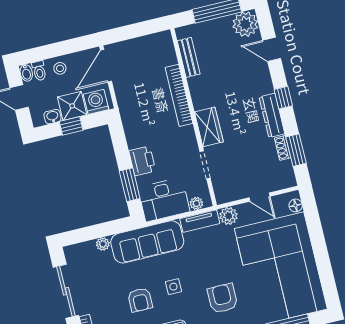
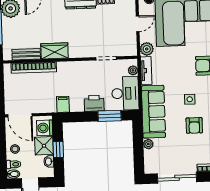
bookcase: (179, 95) -> (34, 68), moved
filing cabinet: (132, 120) -> (63, 104), added
wardrobe: (209, 127) -> (55, 51), moved
armchair: (140, 300) -> (194, 125), turned 90

